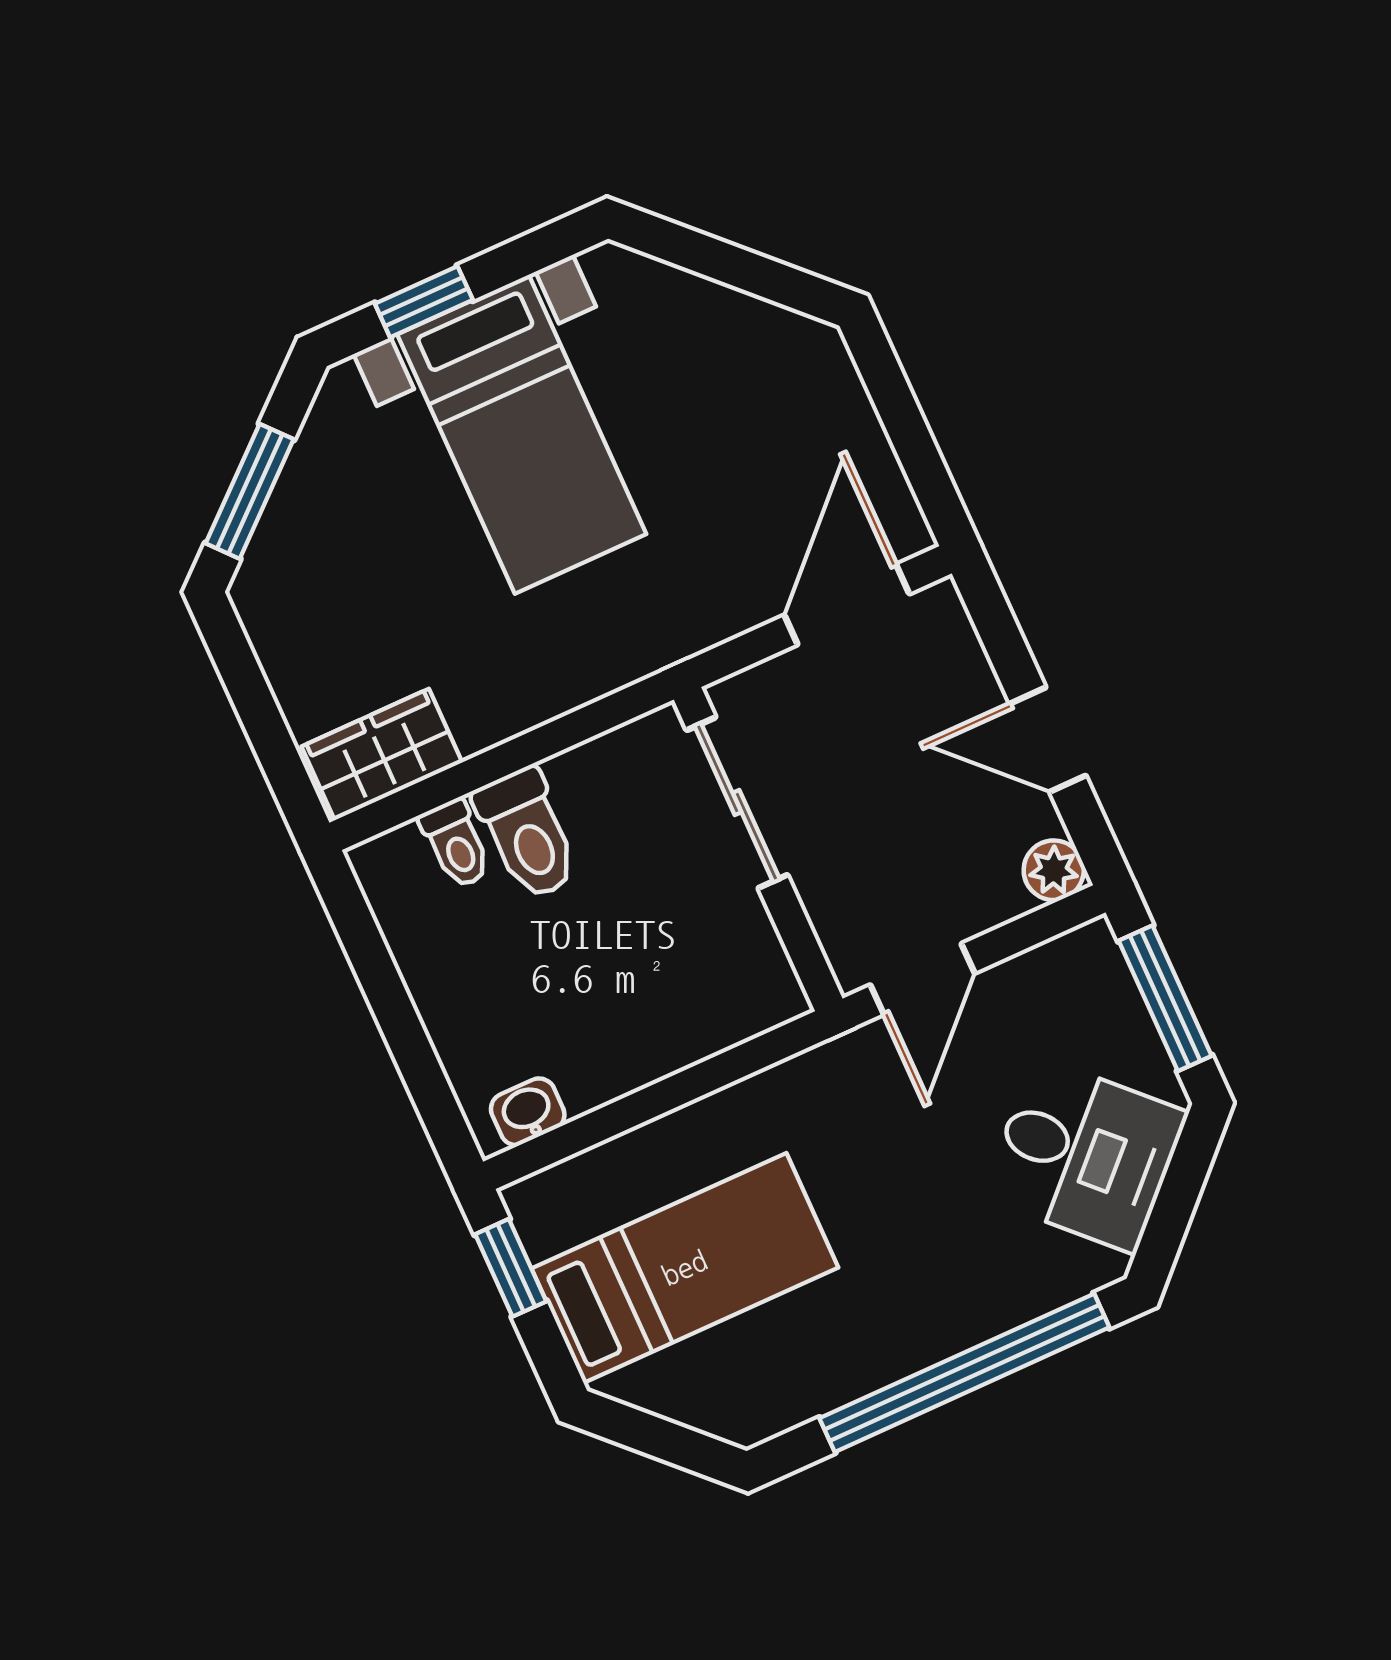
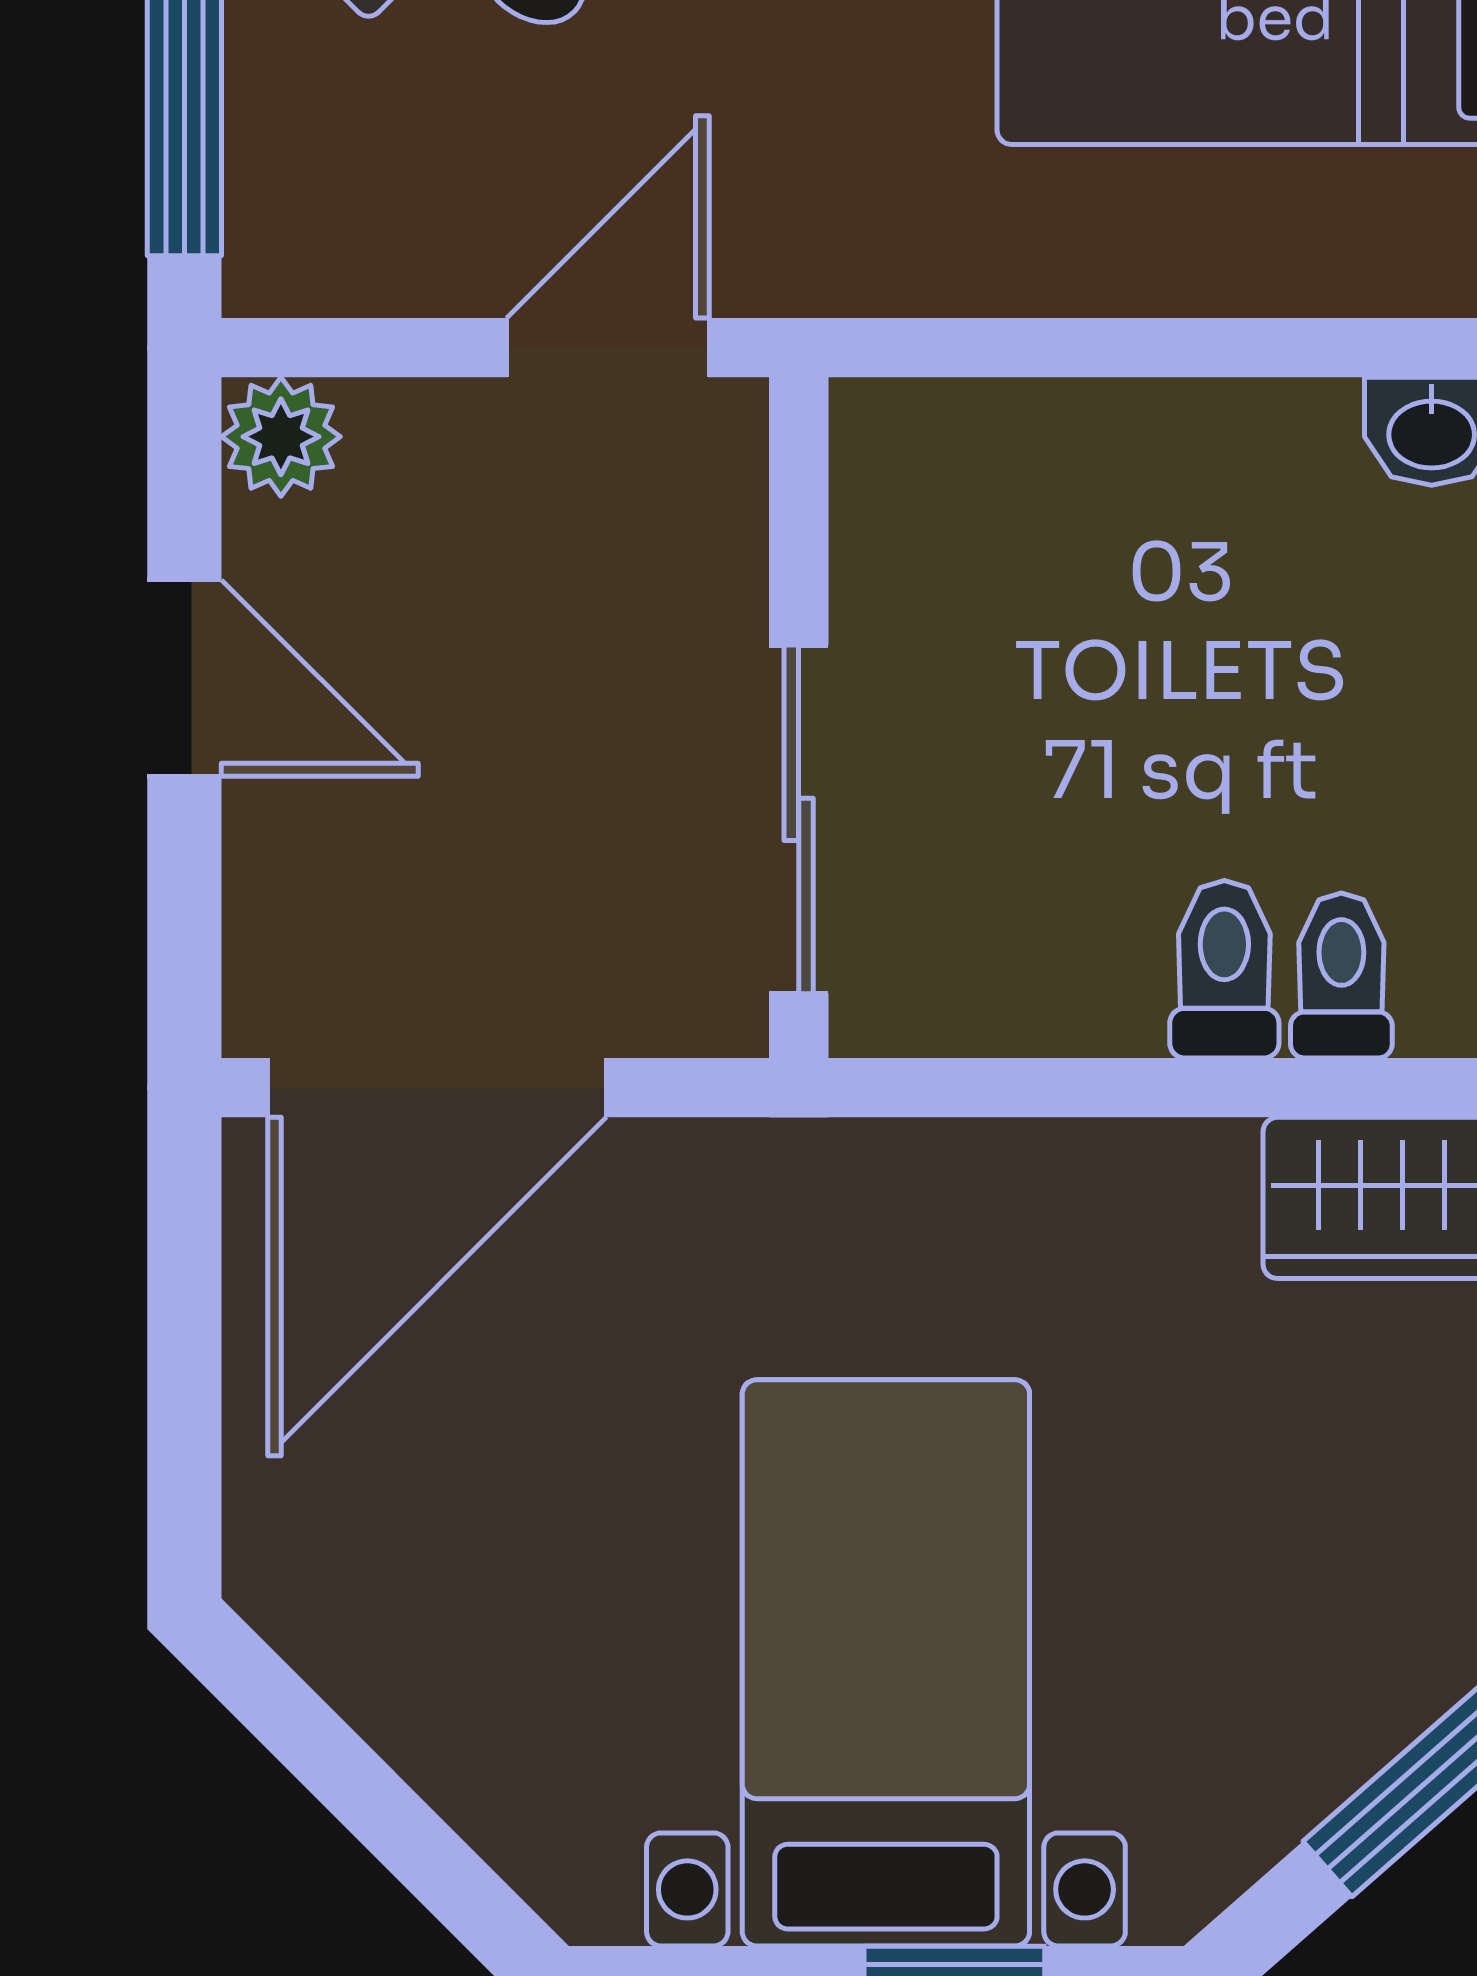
door: (847, 604) -> (437, 1088), width x1.36
toilet: (527, 834) -> (1224, 969), width x0.73, depth x0.72

